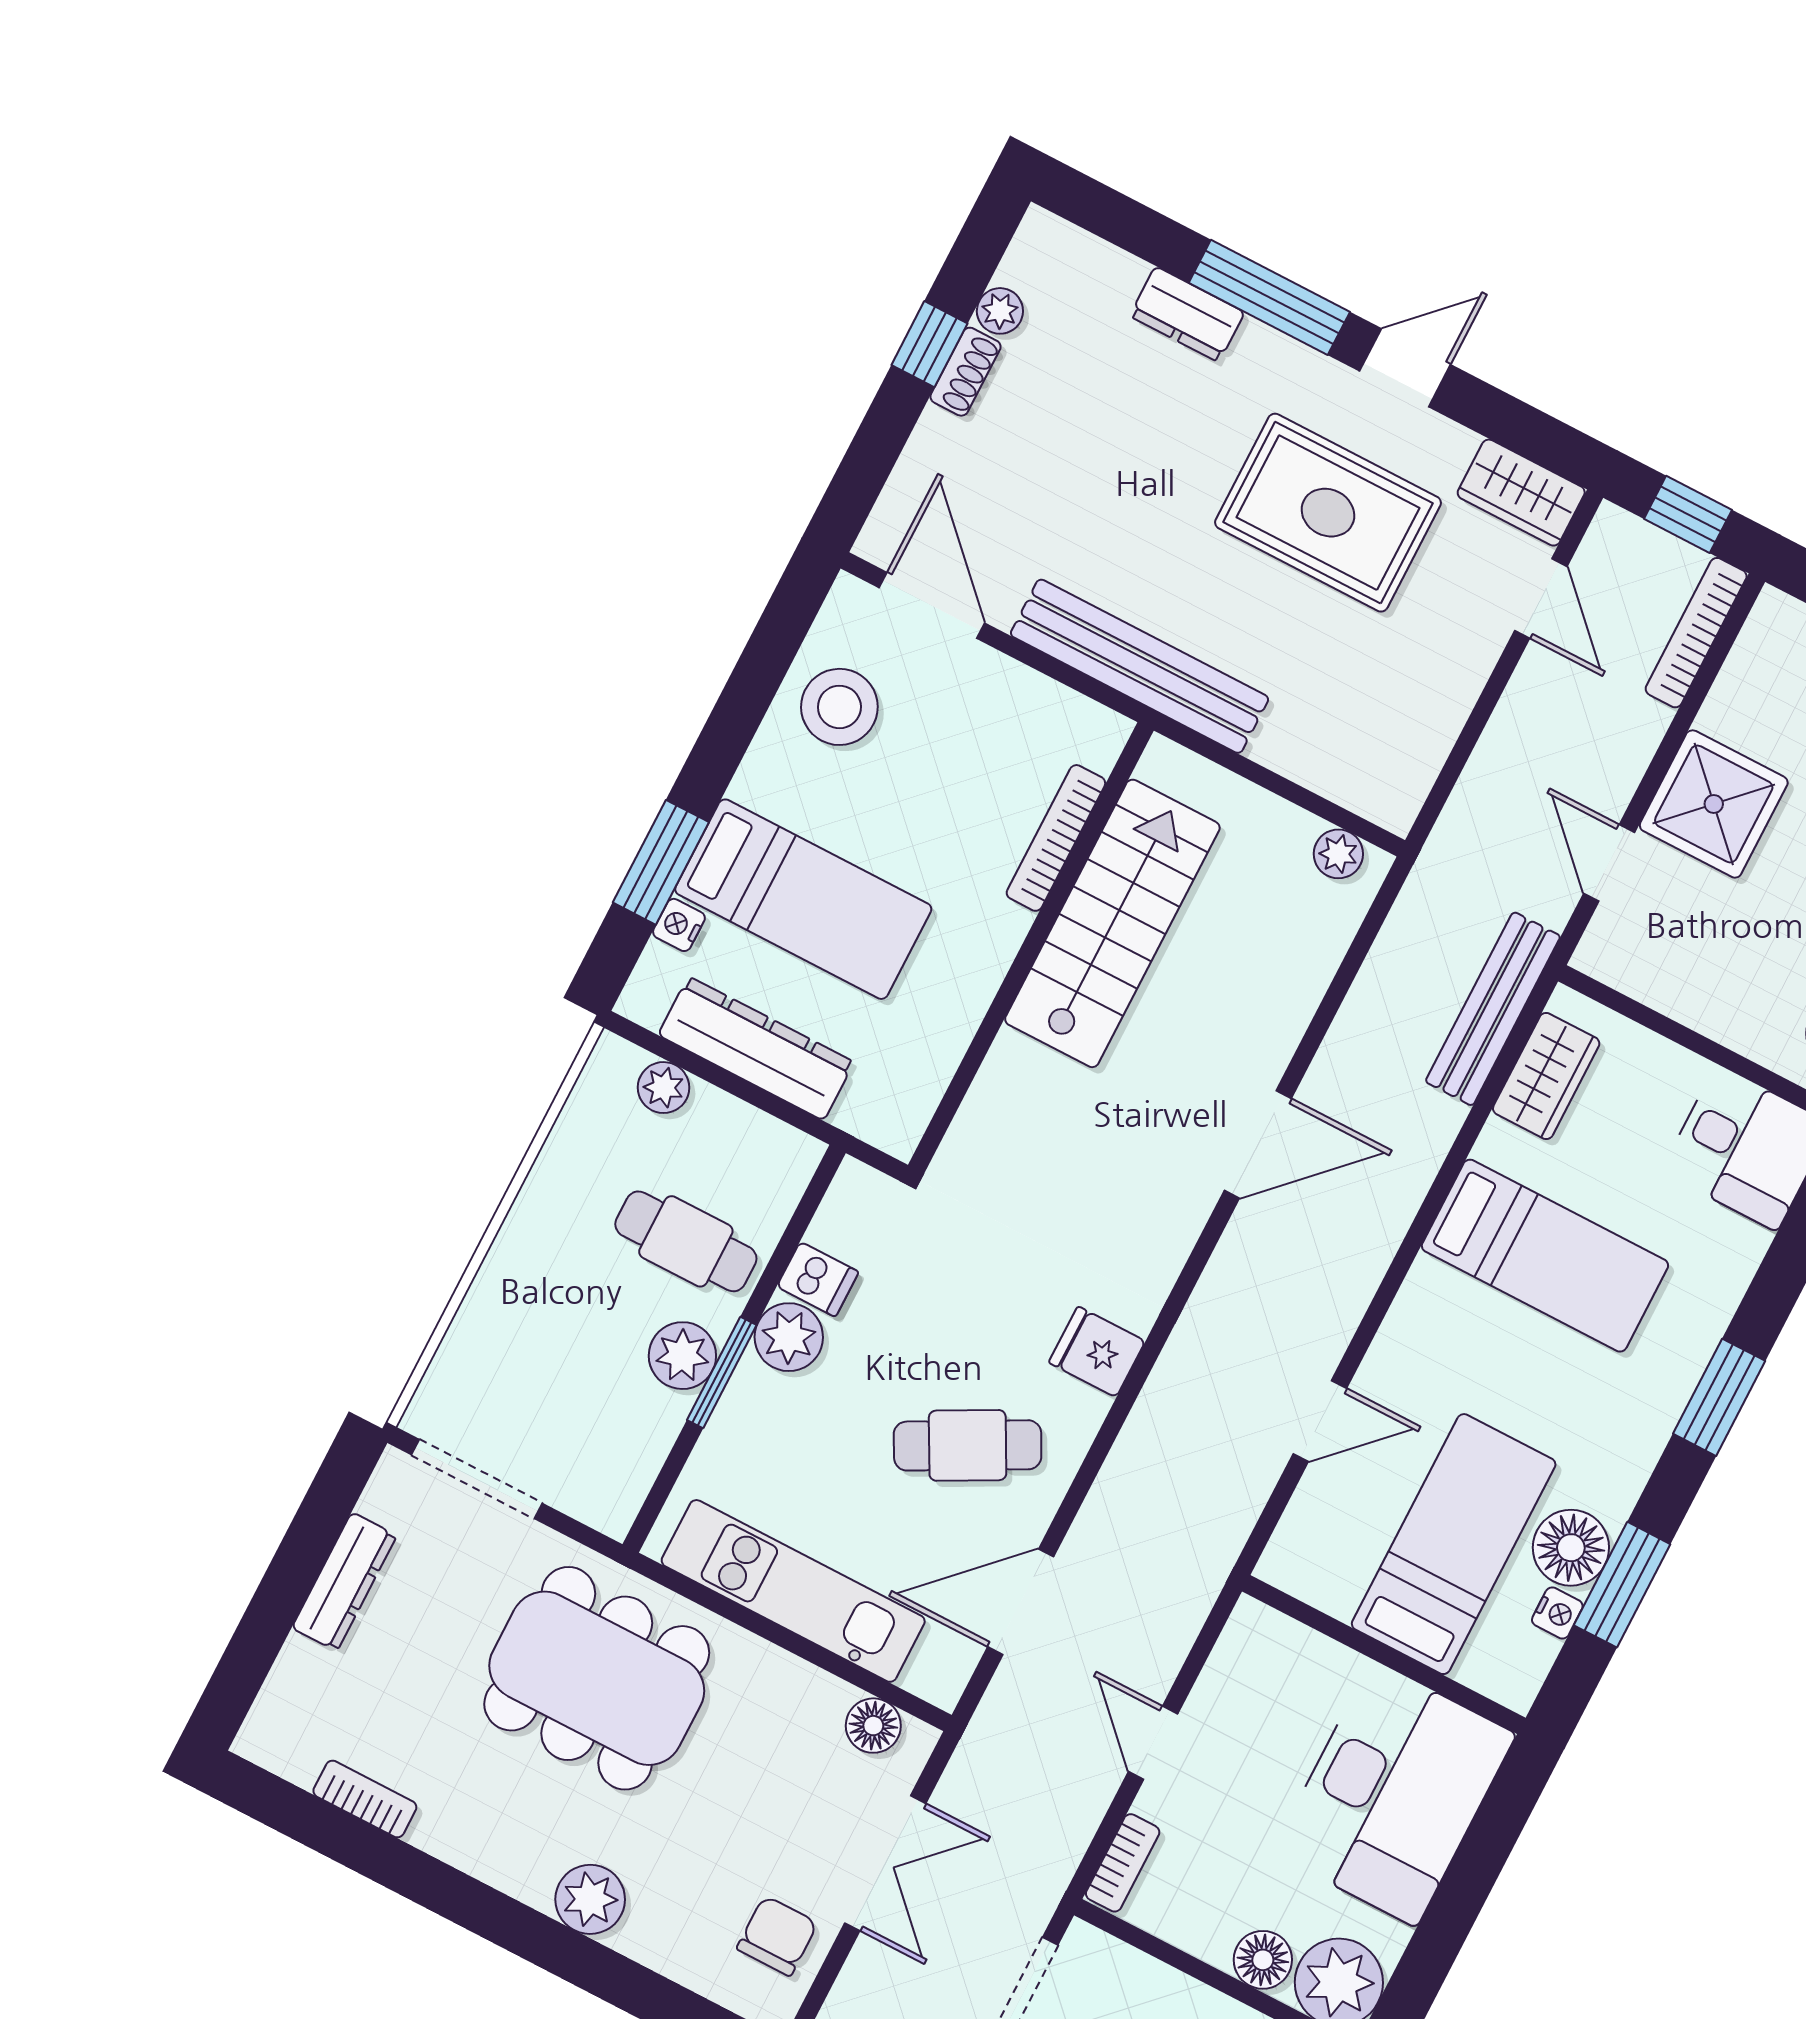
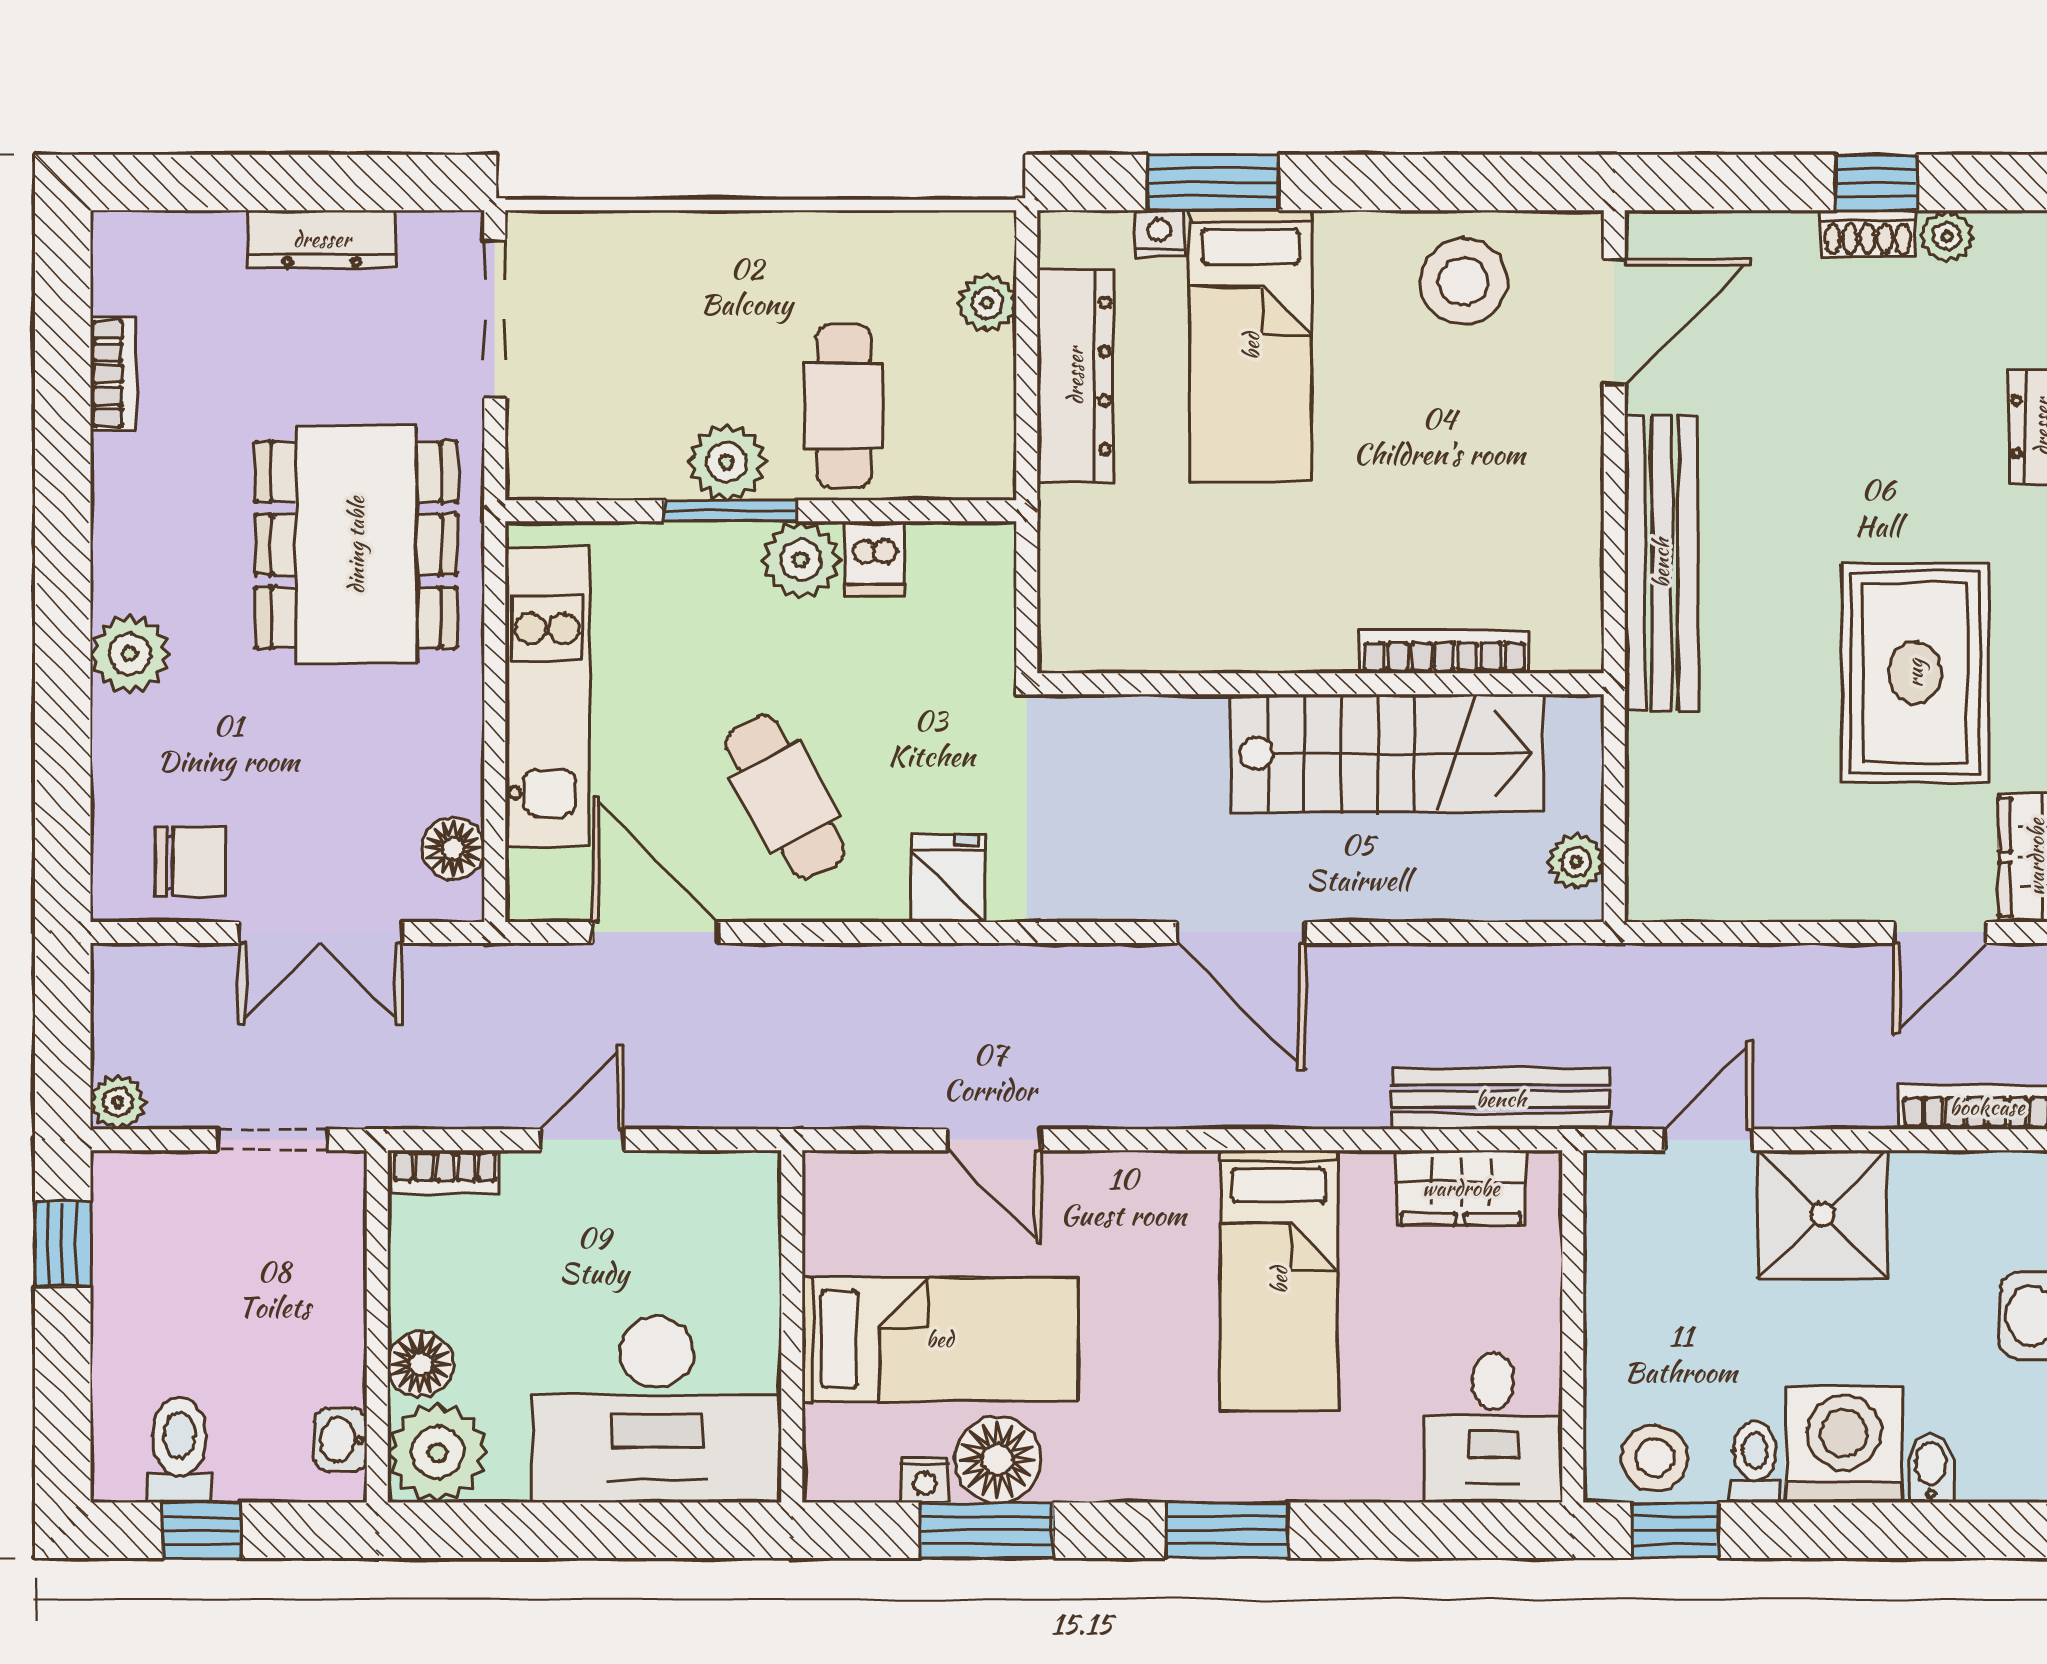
bookcase: (1056, 838) -> (1445, 651), moved
stairs: (1112, 923) -> (1388, 753), moved
wall: (1031, 948) -> (1321, 684), moved

